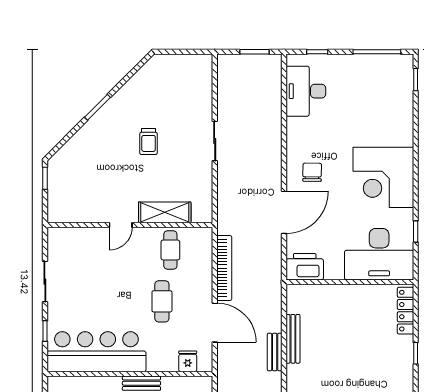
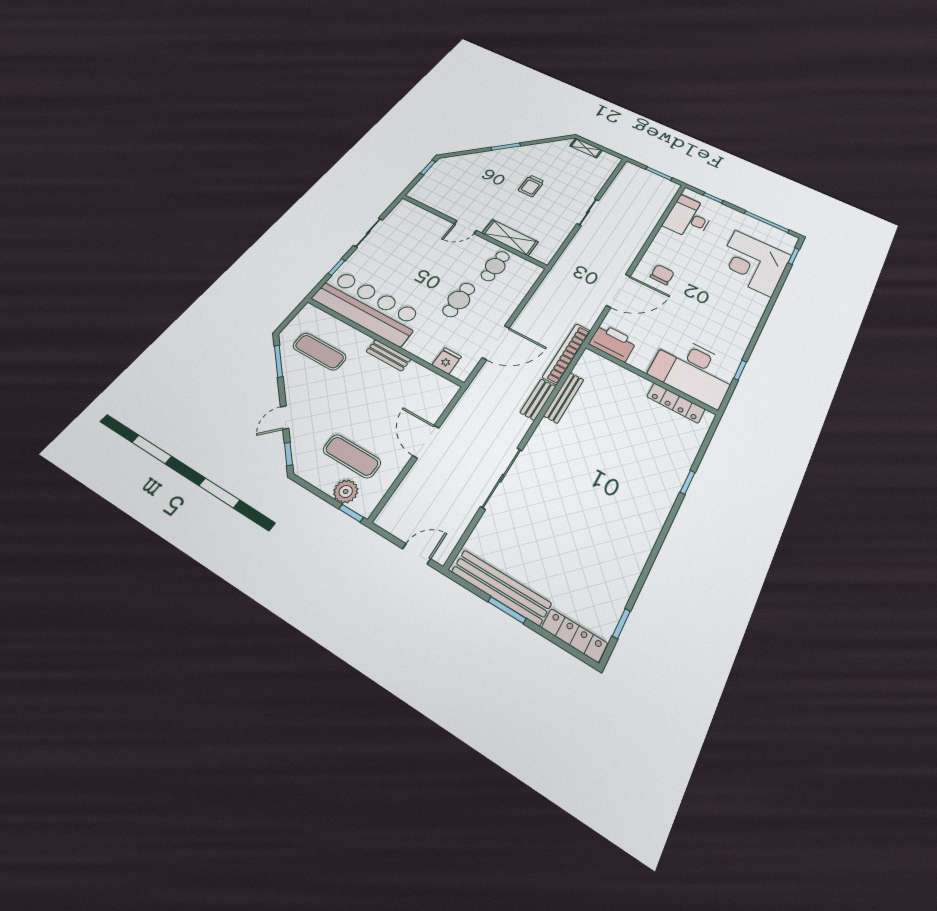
shelving: (171, 61) -> (586, 148), added
corner desk: (383, 177) -> (753, 263), moved
bookcase: (224, 268) -> (567, 354), moved, turned 180
locker: (406, 311) -> (676, 403), moved, turned -90
door: (215, 323) -> (496, 343), hinge flipped

